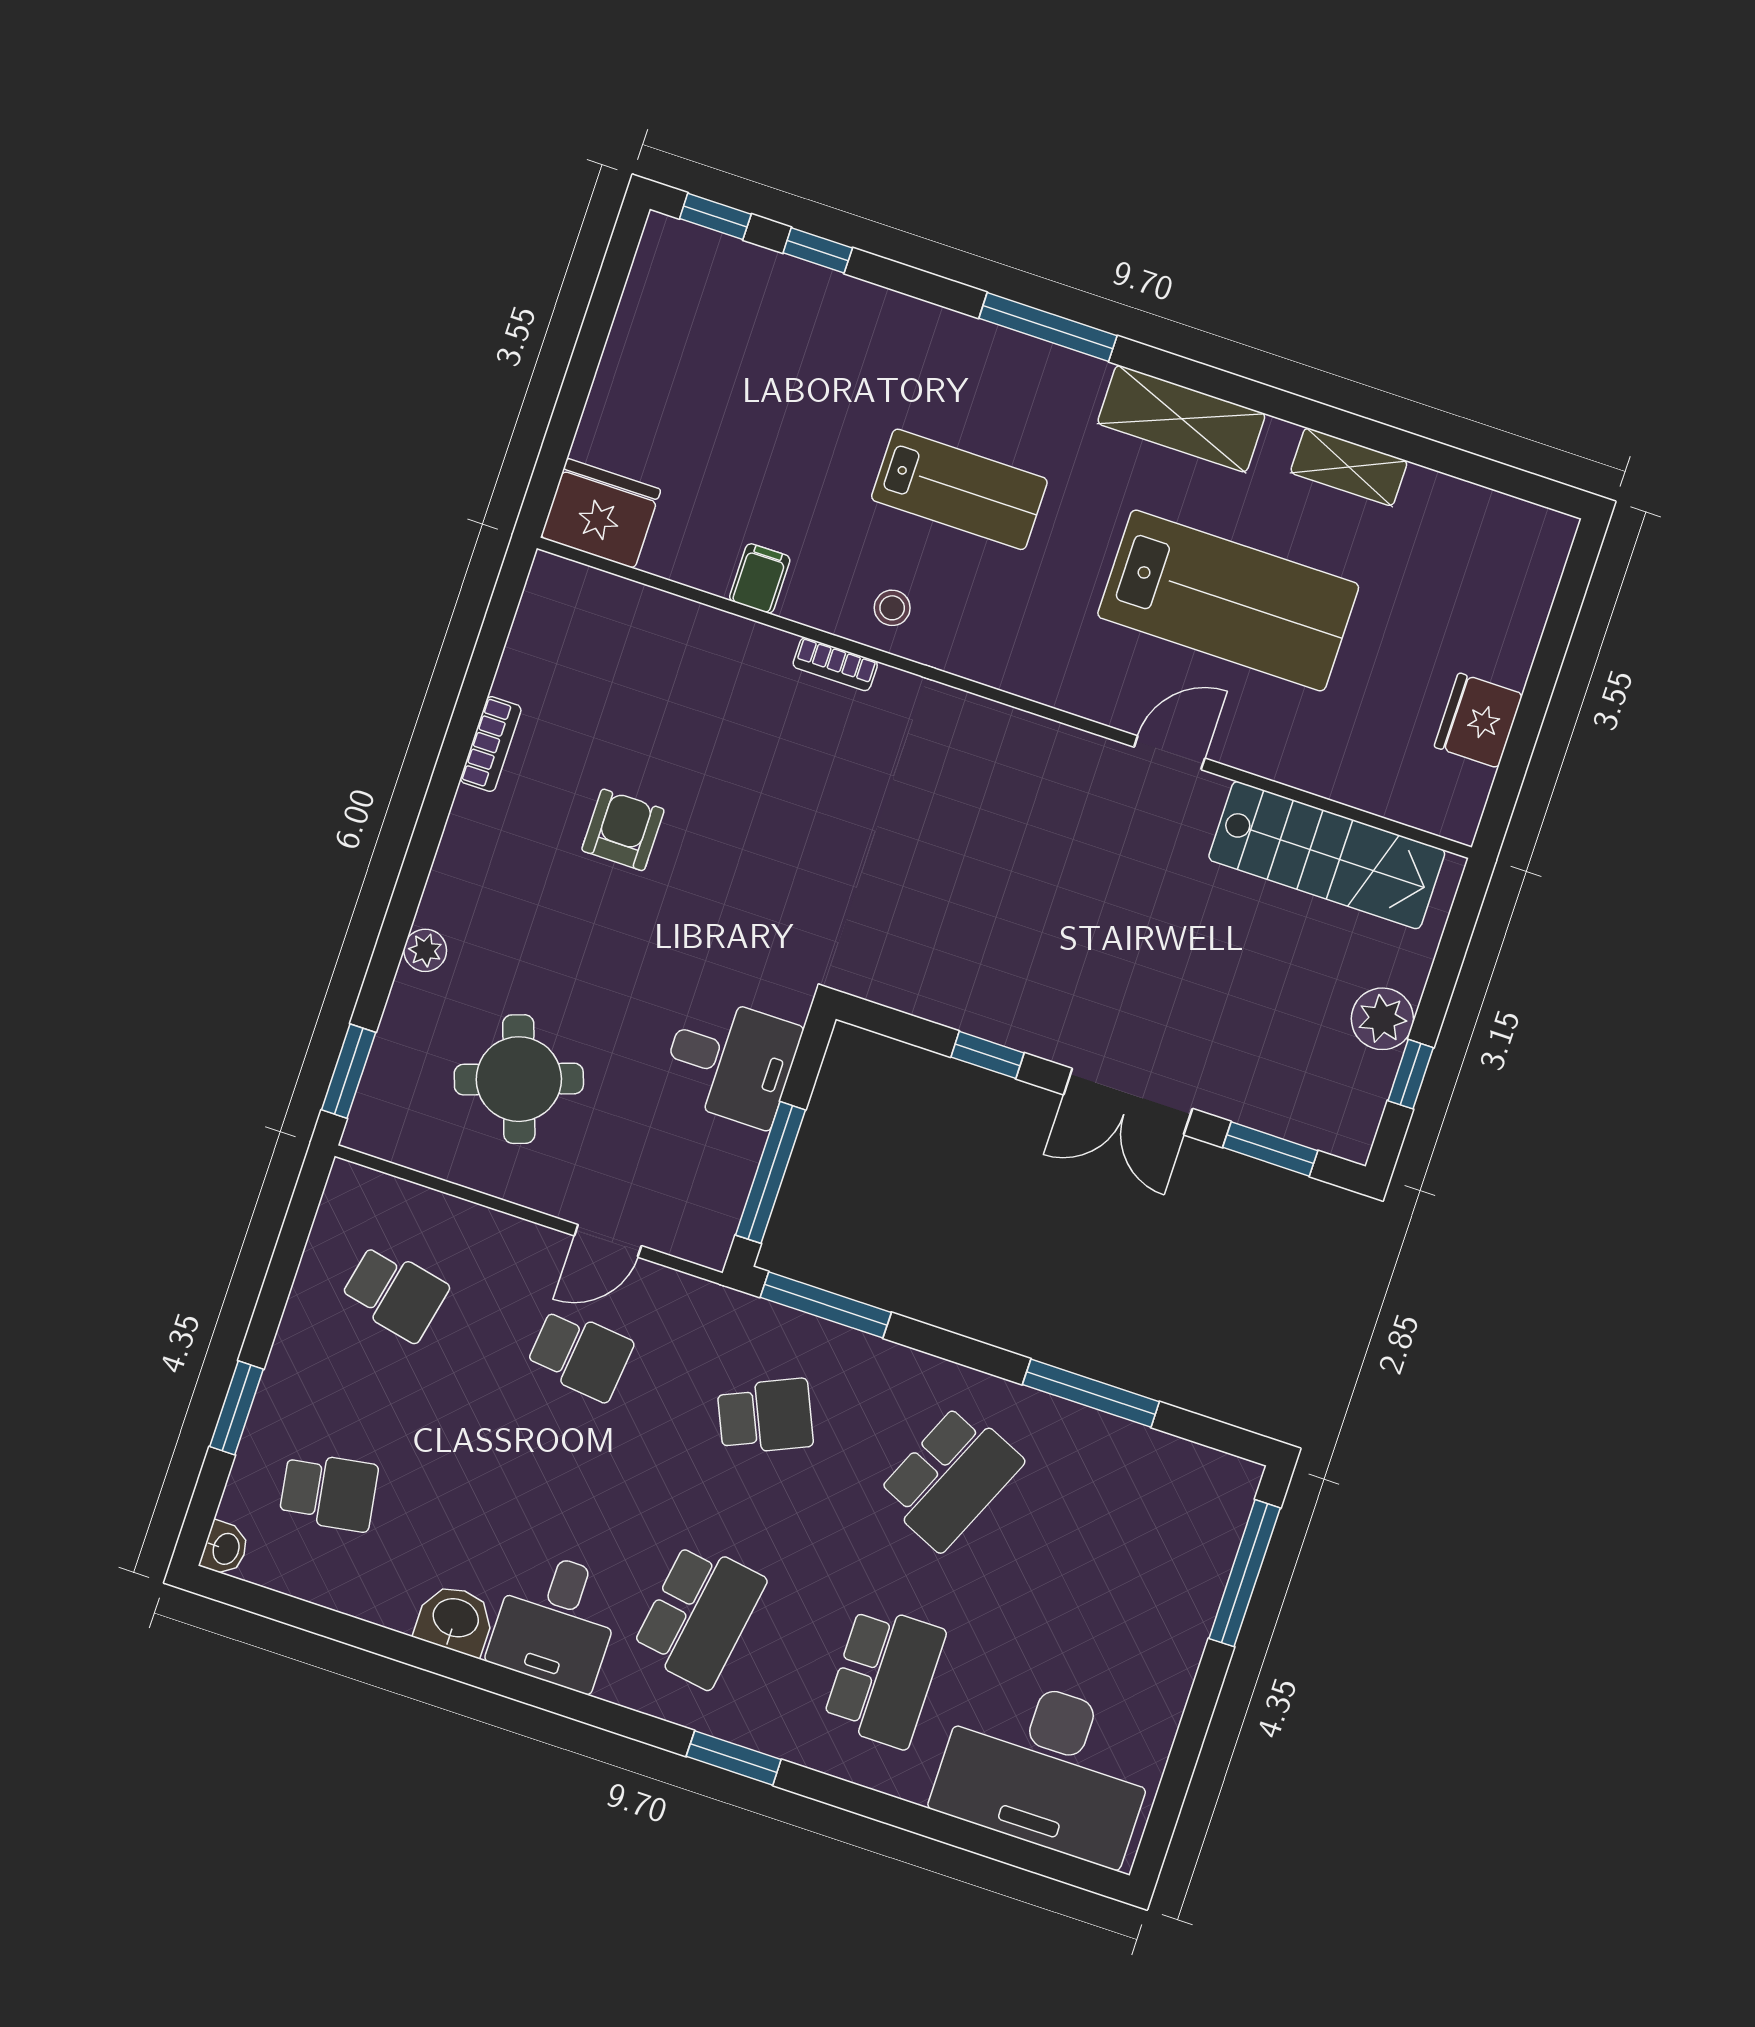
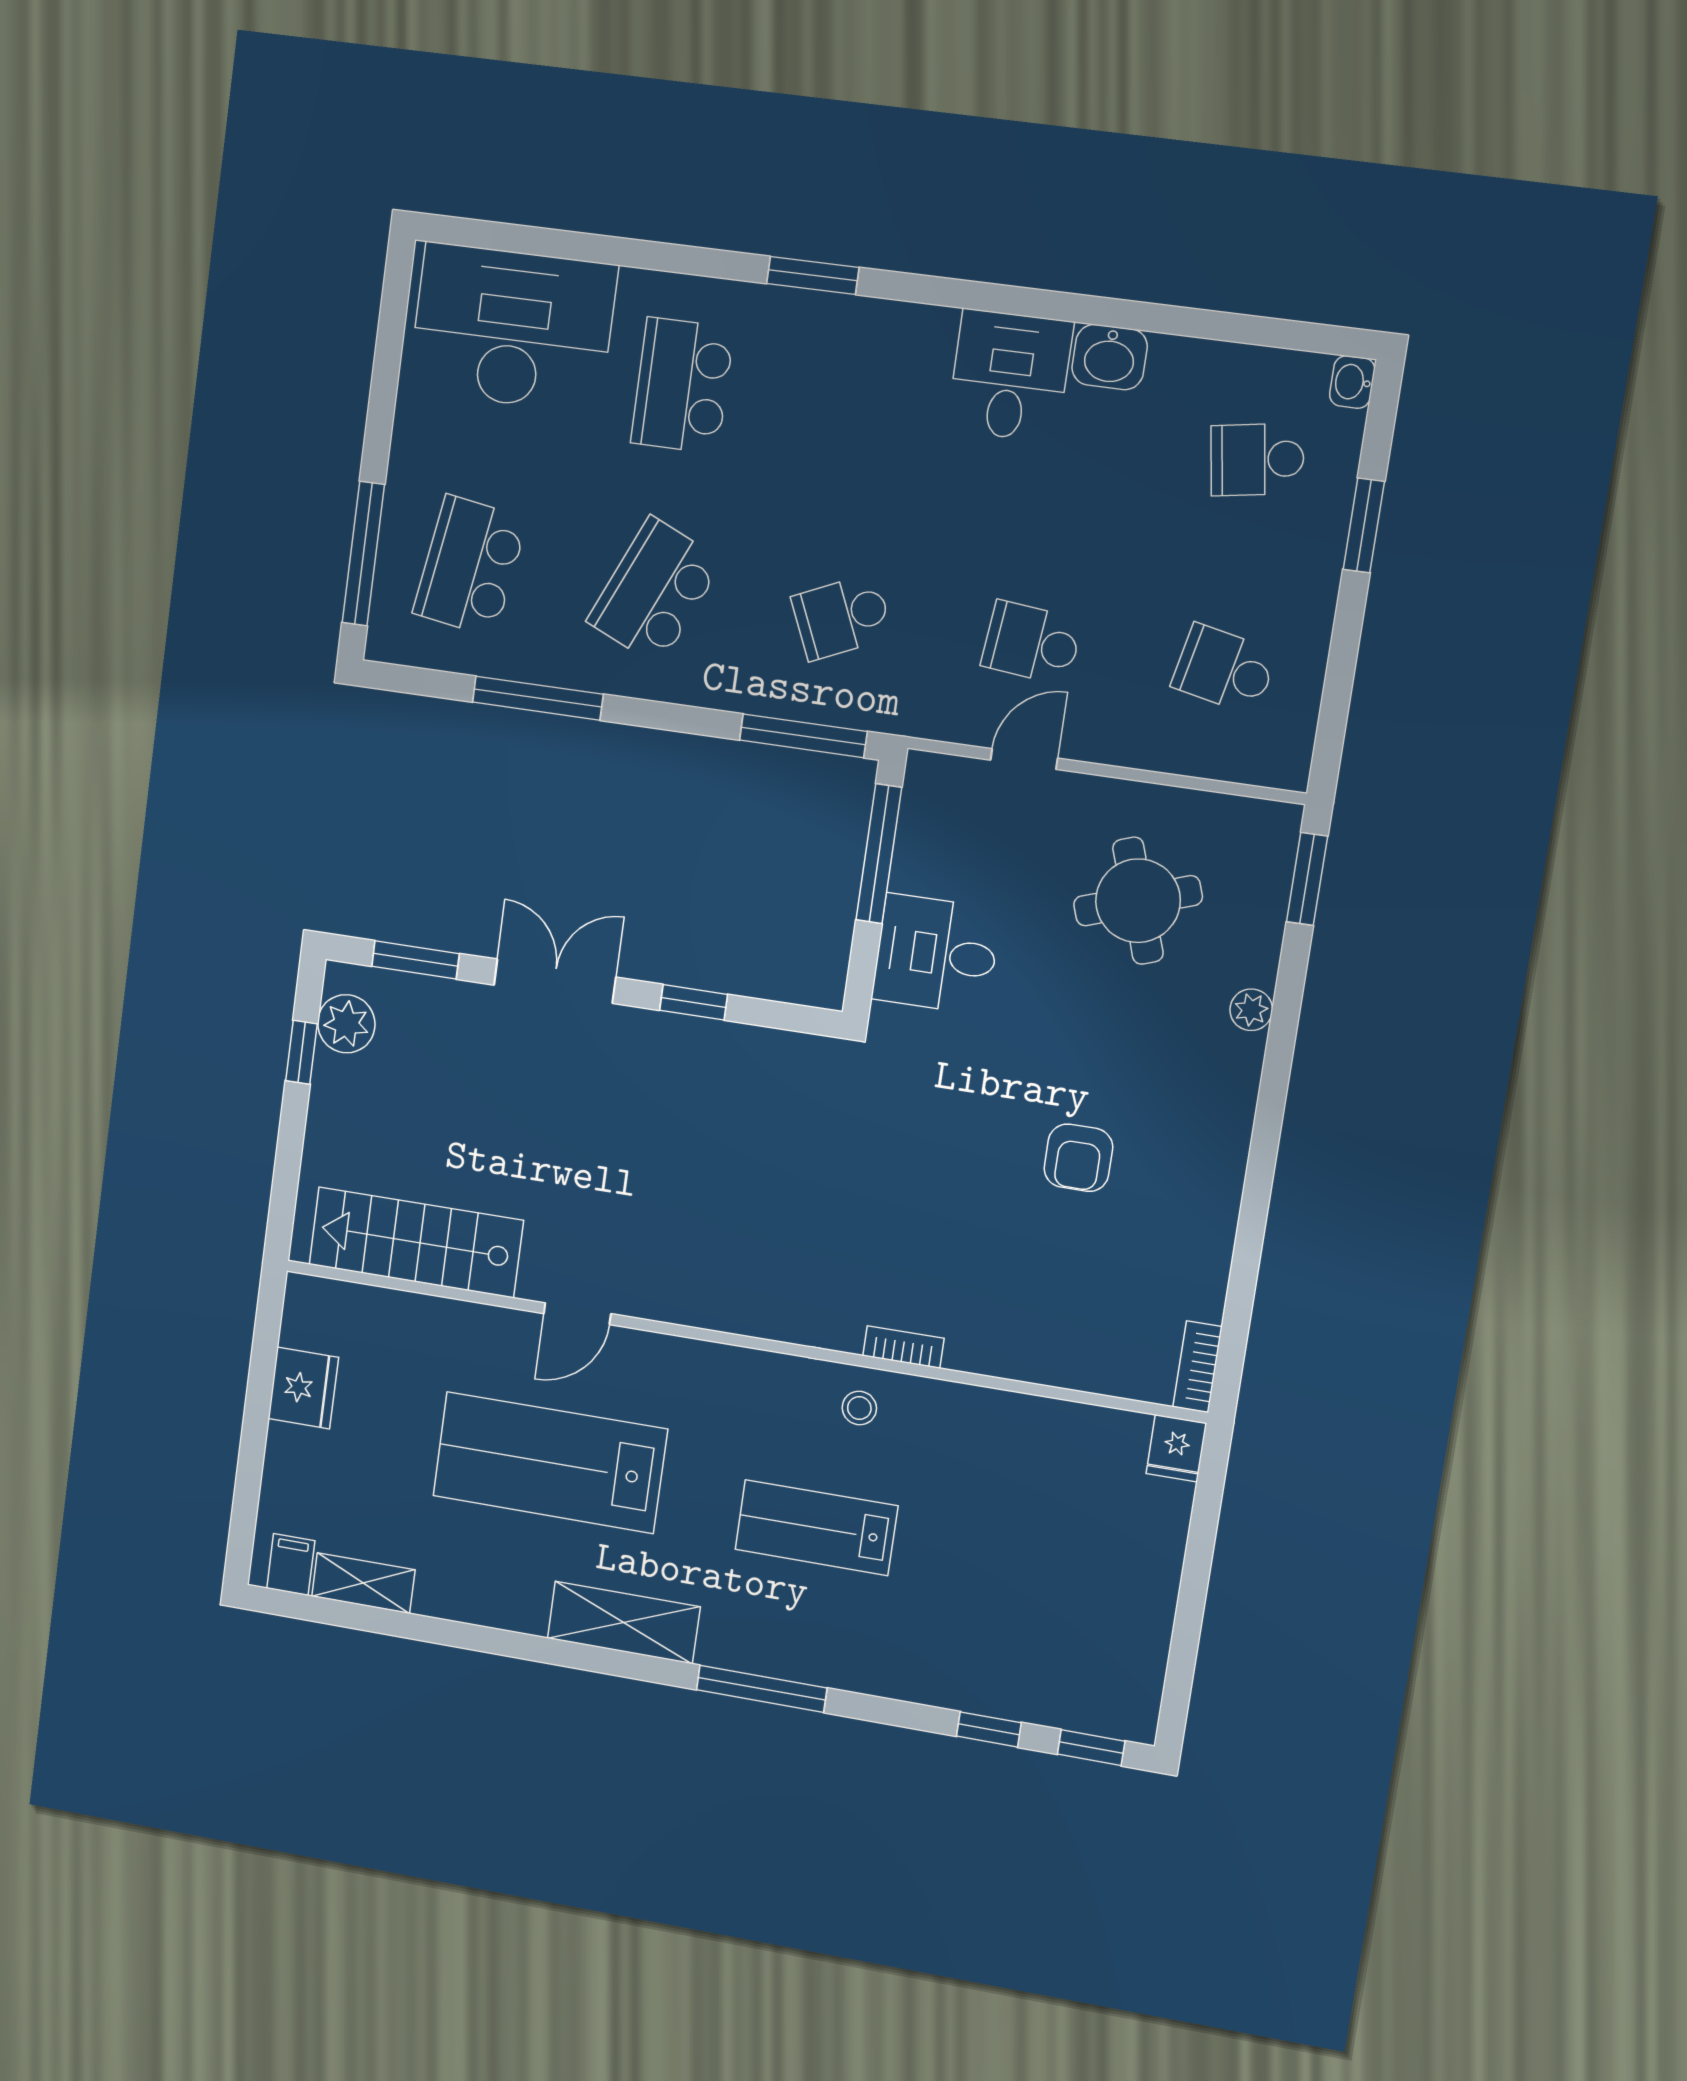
shelving: (1349, 467) -> (363, 1583), moved
fridge: (601, 513) -> (1176, 1448), width x0.53, depth x0.75
filing cabinet: (760, 578) -> (291, 1564), moved, turned 180
bookcase: (491, 744) -> (1197, 1367), moved
plant: (1382, 1019) -> (346, 1024), moved
school desk: (699, 1615) -> (470, 566), moved

